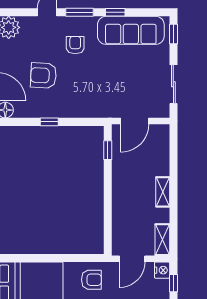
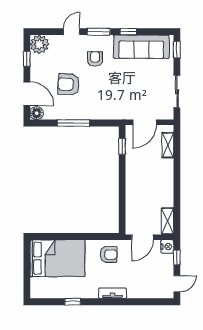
window: (49, 122) -> (73, 123), width x2.17
shelving: (163, 192) -> (168, 145), moved

